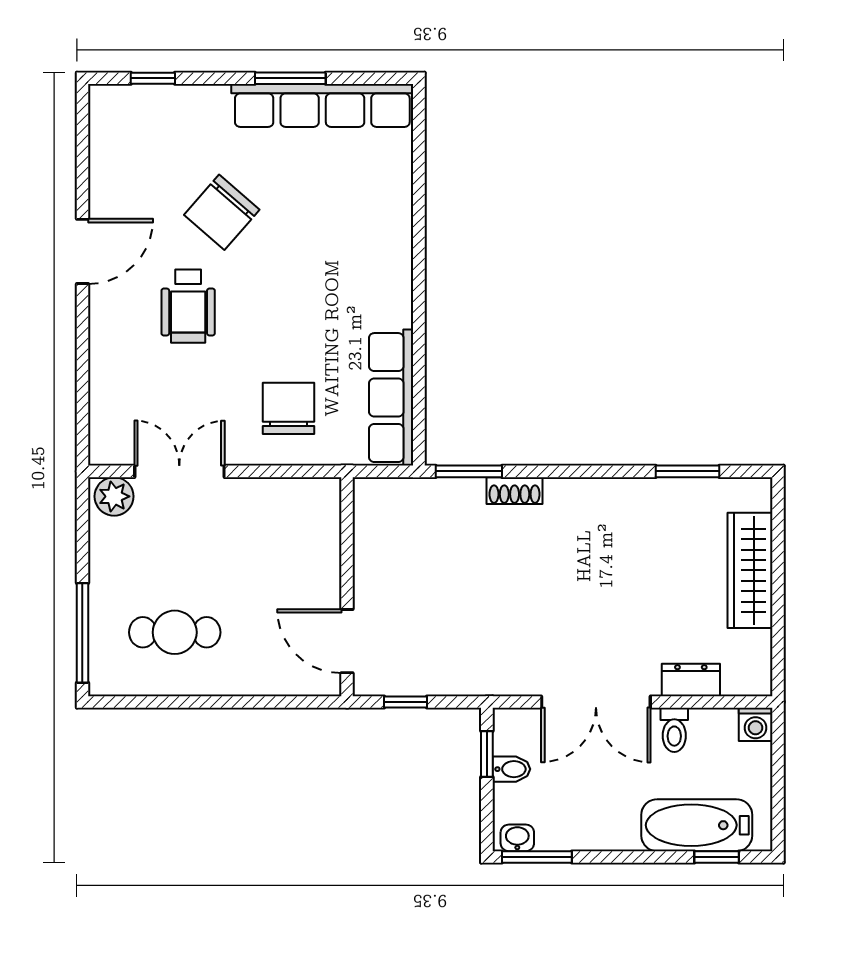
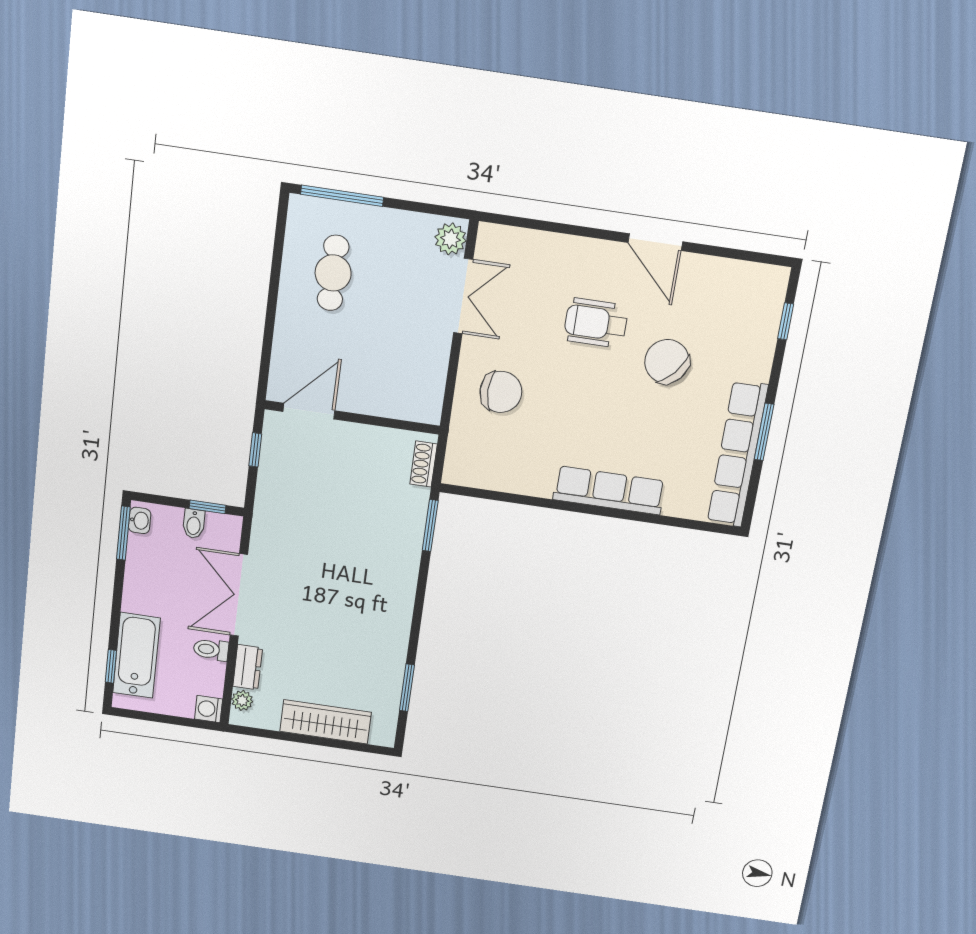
row of seats: (391, 398) -> (609, 490), moved
shoe rack: (515, 491) -> (424, 464), moved
plant: (737, 682) -> (242, 700), added

